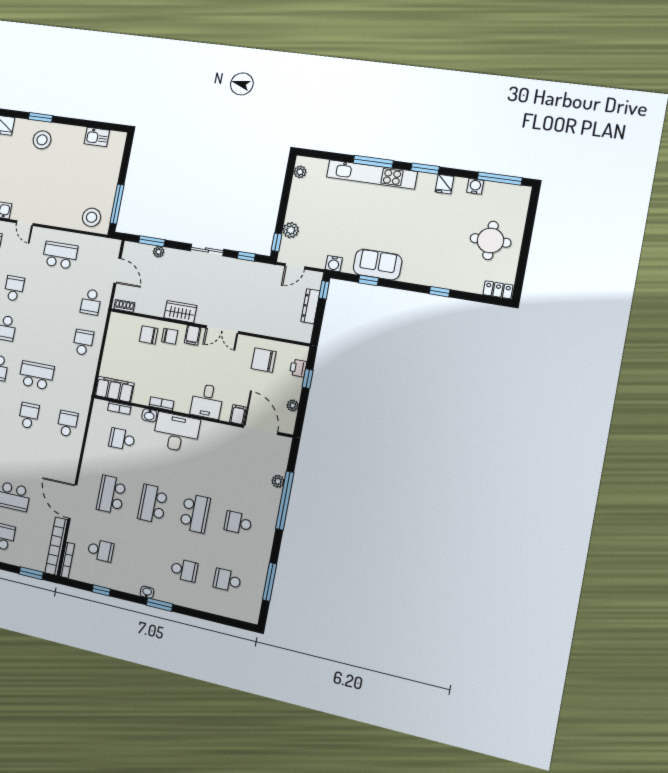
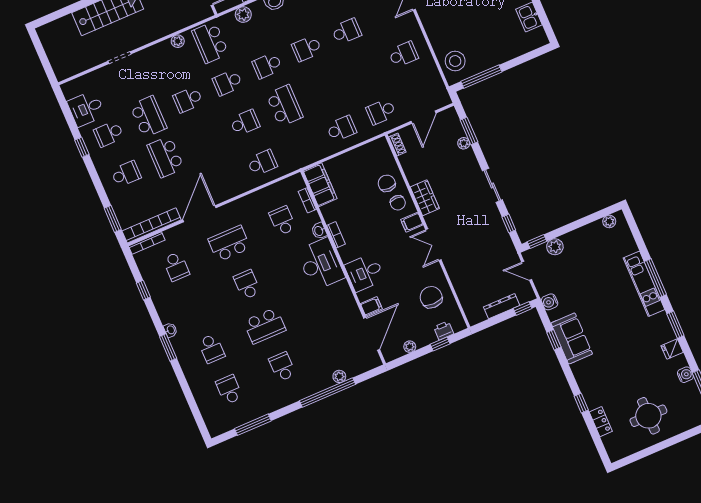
kitchen unit: (372, 174) -> (644, 284), width x0.73
school desk: (60, 255) -> (403, 54), width x0.54
locker: (498, 290) -> (601, 422), moved
school desk: (153, 504) -> (247, 285), width x0.54

